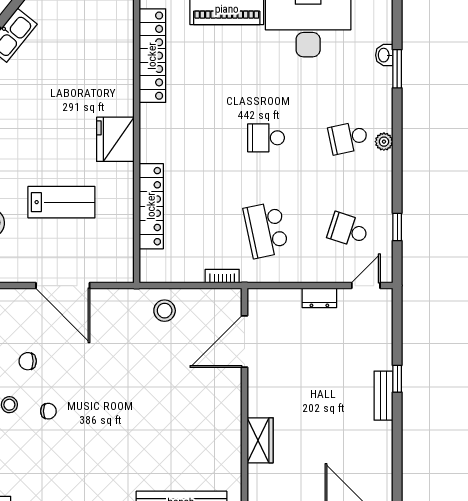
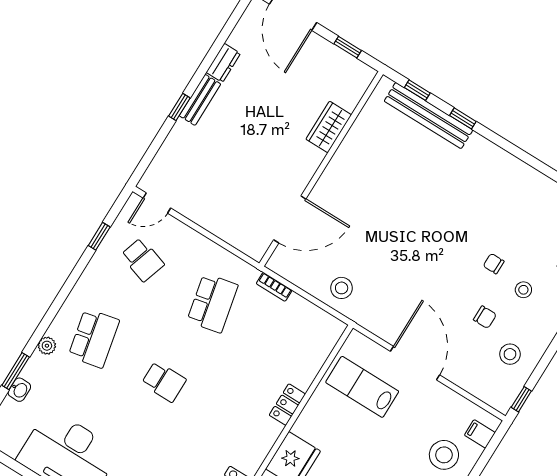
school desk: (348, 138) -> (94, 338), width x1.85
plant: (384, 142) -> (47, 346), moved
lab bench: (61, 202) -> (362, 387), moved
locker: (151, 206) -> (287, 405), width x0.46, depth x0.83
dresser: (319, 298) -> (223, 63), moved, turned 90

